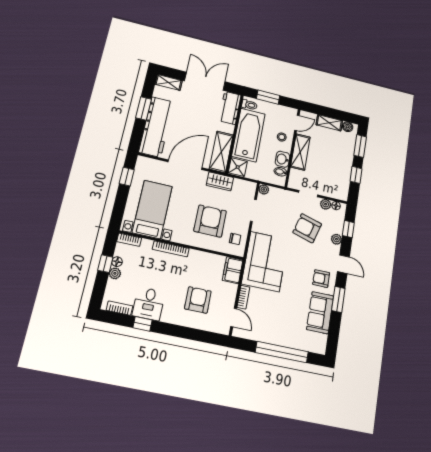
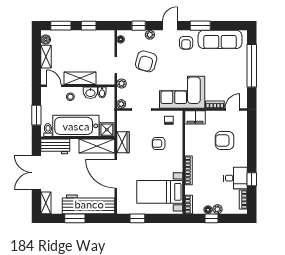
plant: (326, 204) -> (122, 83), moved
armchair: (210, 221) -> (159, 144), width x0.53, depth x0.53
sofa: (320, 313) -> (220, 39), width x1.36

